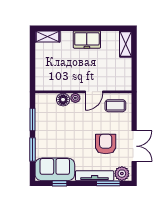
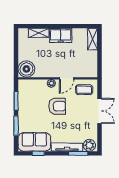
shelving: (47, 36) -> (39, 33), moved
boiler: (45, 81) -> (26, 69), added
floor lamp: (63, 100) -> (41, 85), removed
armchair: (106, 144) -> (57, 106), moved, turned 90
double door: (134, 146) -> (100, 111), moved

